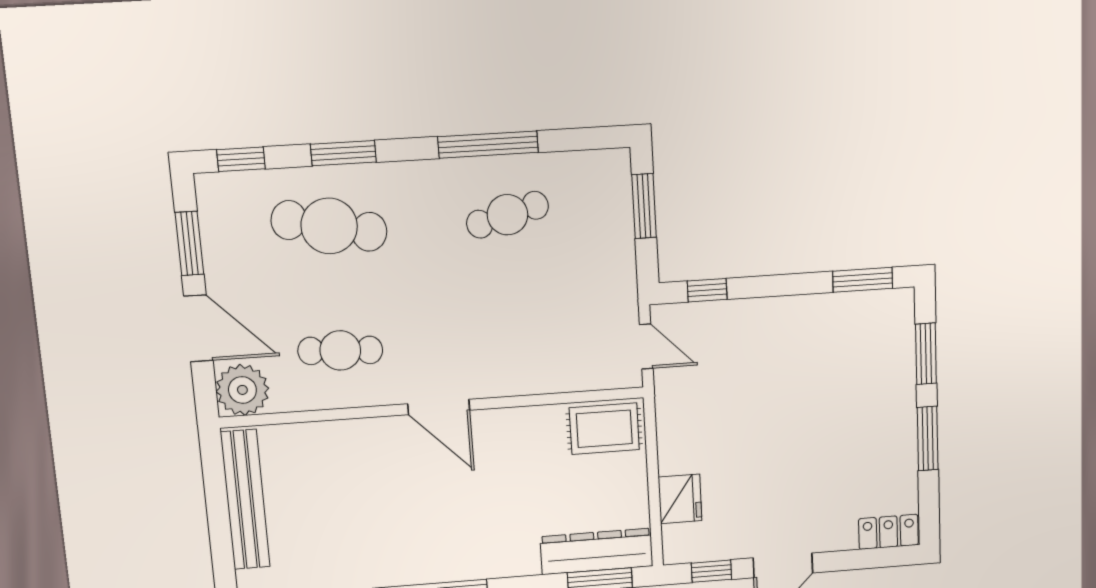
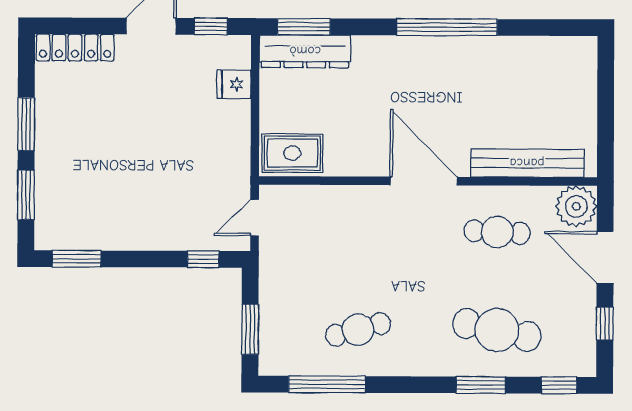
window: (488, 145) -> (327, 384), moved
window: (189, 243) -> (605, 324), width x0.67
door: (646, 346) -> (255, 218), hinge flipped
door: (439, 407) -> (424, 181), width x1.36
fridge: (680, 499) -> (234, 84), width x0.72
bench: (245, 500) -> (527, 163), moved, turned 90
locker: (888, 532) -> (75, 48), width x1.53

